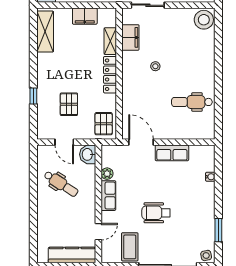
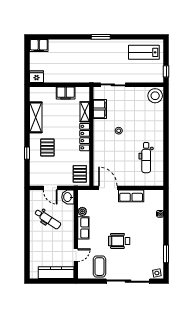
shelving: (45, 32) -> (36, 117), moved
dental chair: (192, 102) -> (146, 158), turned -90
pallet: (69, 104) -> (47, 148), moved

